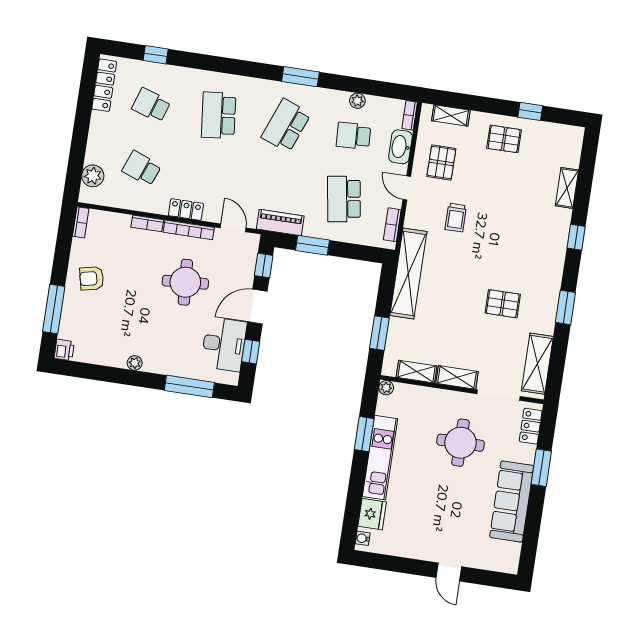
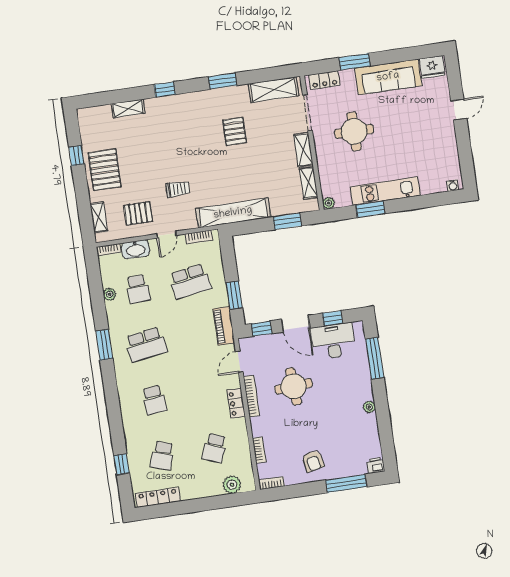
school desk: (219, 115) -> (154, 400), width x0.54
school desk: (286, 126) -> (146, 345), turned -30
pallet: (504, 139) -> (105, 170), width x1.50, depth x1.42
bookcase: (147, 223) -> (259, 450), moved
fridge: (372, 514) -> (432, 67), moved, turned 180

